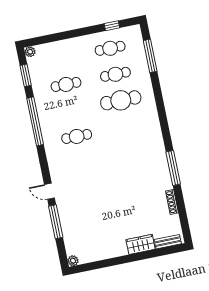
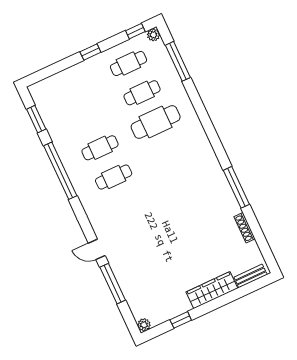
window: (112, 26) -> (135, 31), moved
window: (82, 32) -> (90, 52), added
plant: (30, 52) -> (153, 35), moved
cafe table: (66, 84) -> (100, 148), moved
wardrobe: (141, 244) -> (212, 290), width x1.50
window: (103, 264) -> (181, 320), added

